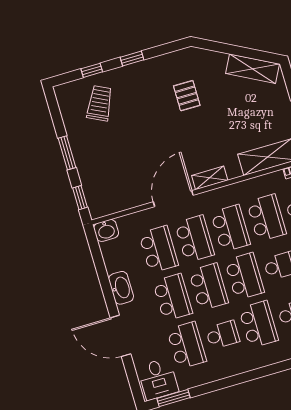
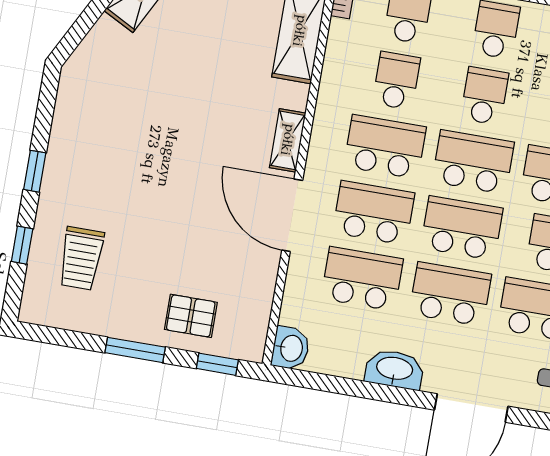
pallet: (187, 96) -> (191, 316), moved
trolley: (100, 103) -> (81, 258), turned -116
school desk: (266, 218) -> (396, 81), width x0.54

